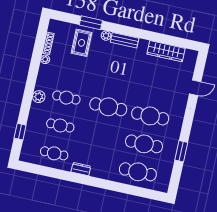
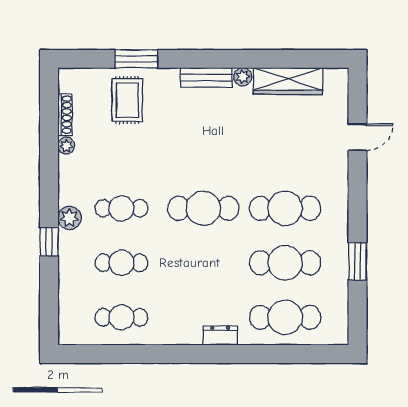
plant: (106, 36) -> (243, 77), moved
window: (20, 132) -> (49, 242), moved
dresser: (81, 169) -> (220, 336), moved

